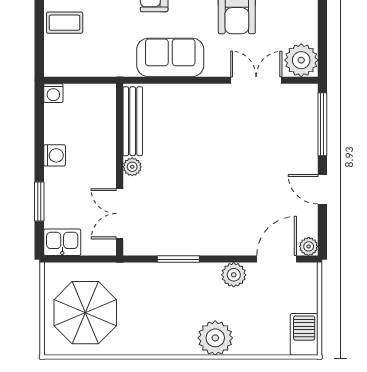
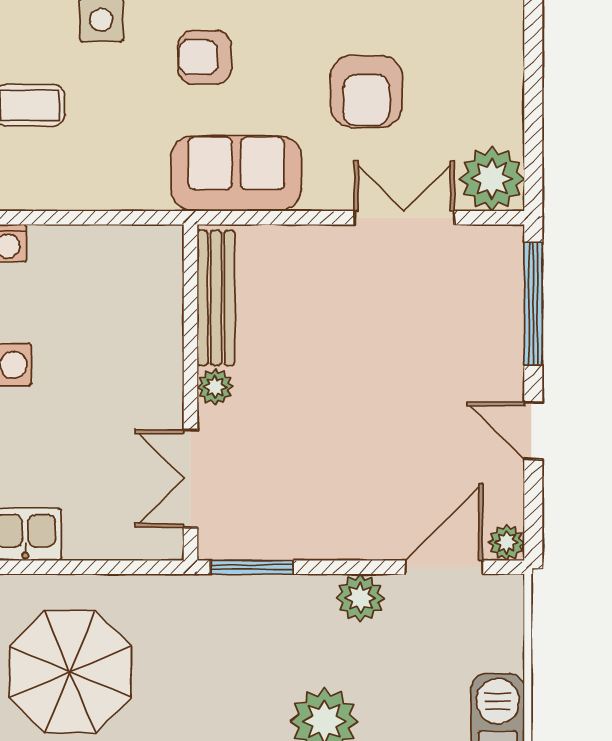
bench: (133, 121) -> (216, 298), moved
plant: (132, 167) -> (215, 387), moved
wall: (120, 170) -> (190, 392), moved
double door: (120, 214) -> (190, 479), moved

